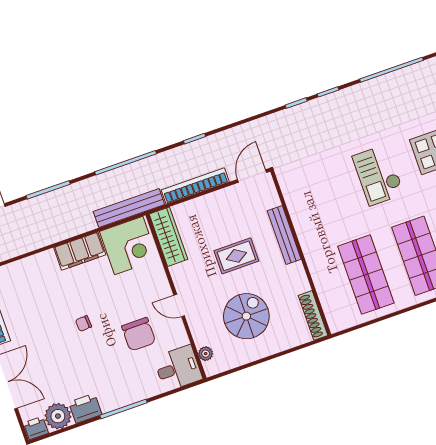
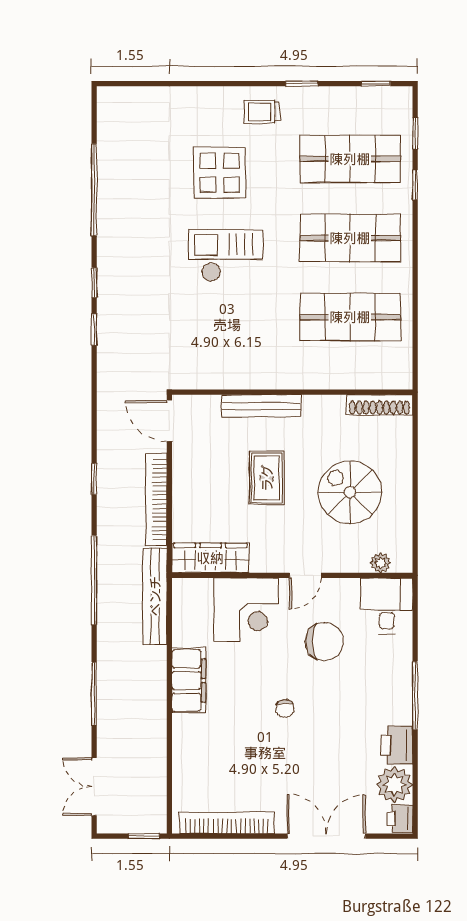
checkout: (378, 175) -> (226, 255), turned 180
corner desk: (129, 246) -> (246, 610), moved, turned 90

